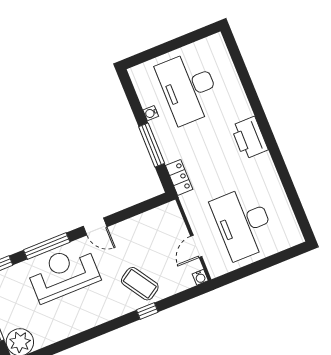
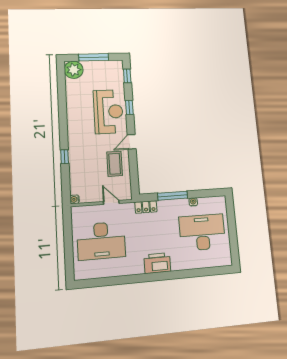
desk: (243, 223) -> (101, 241), turned 180
window: (47, 246) -> (129, 107), width x0.46
door: (196, 246) -> (111, 202), moved
coffee table: (140, 284) -> (115, 164), moved, turned -57

